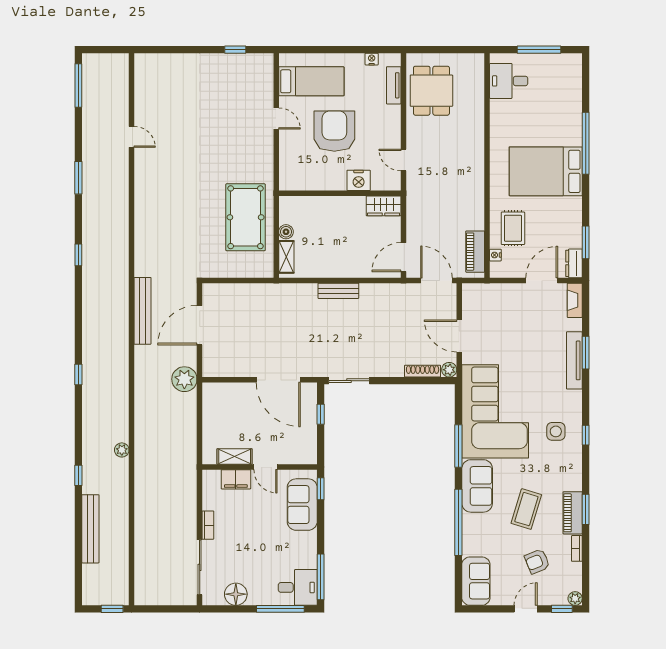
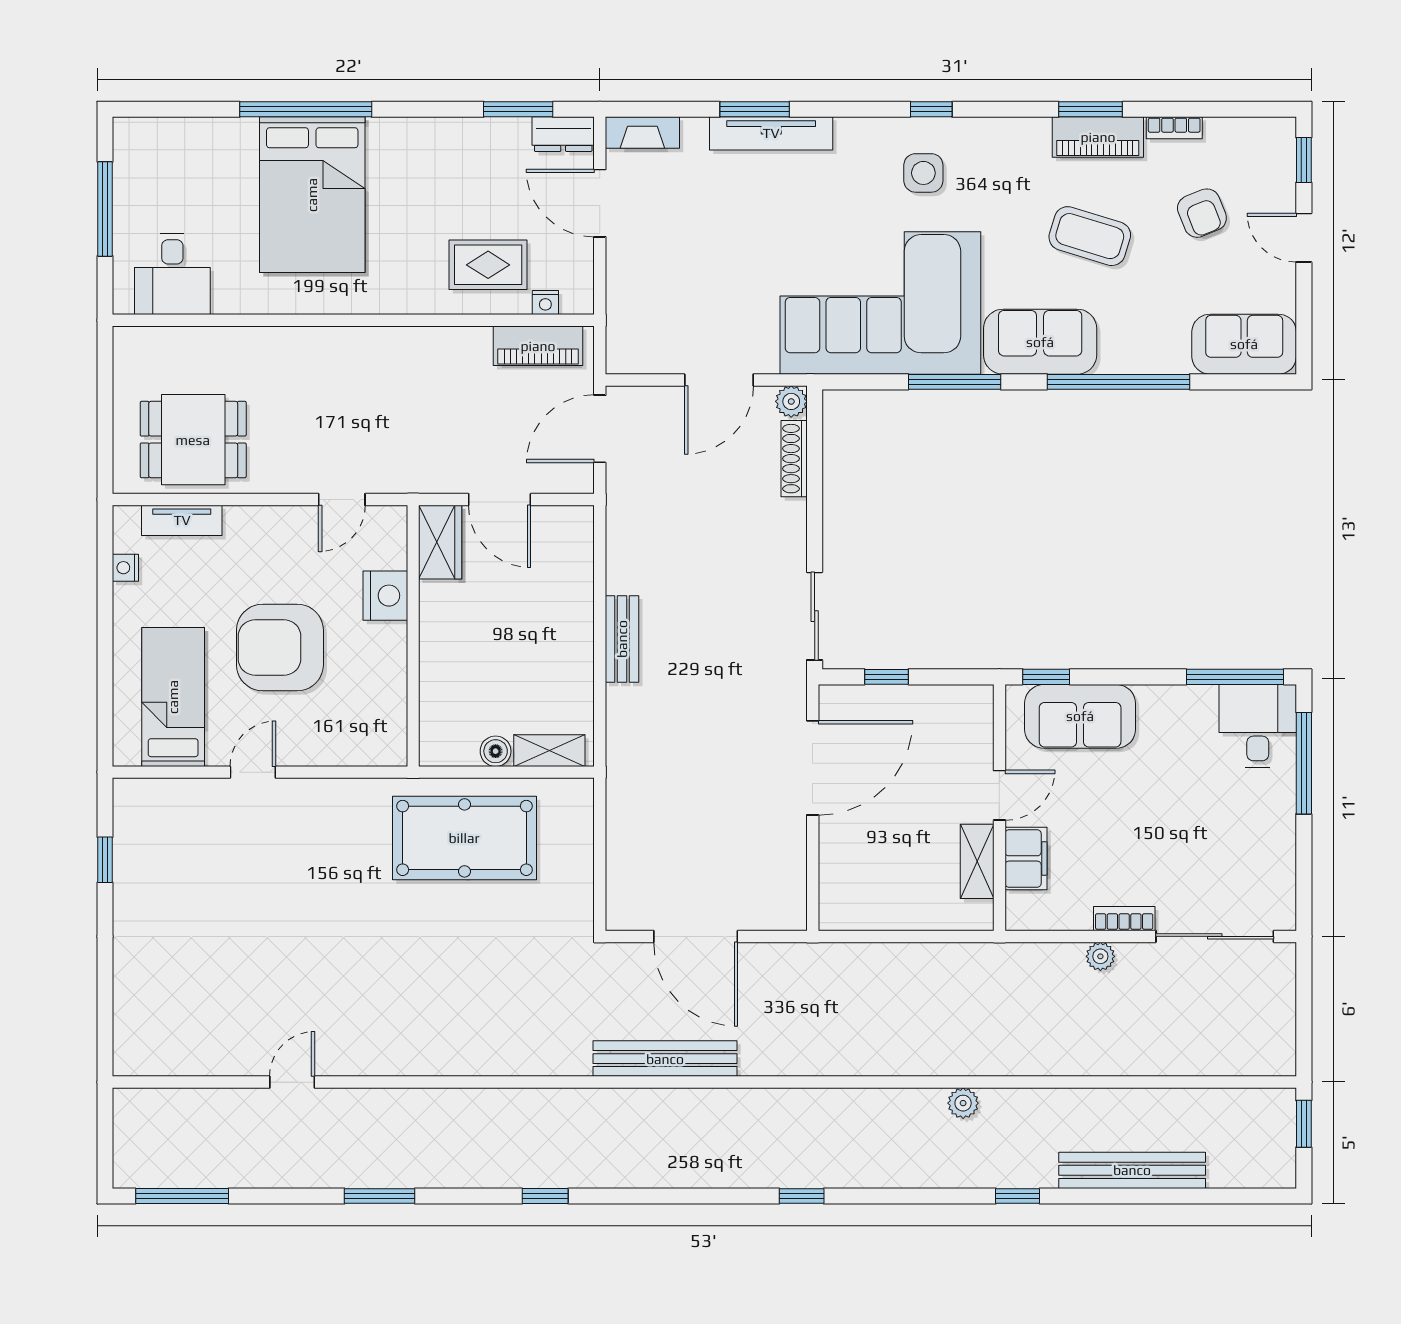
bed: (546, 171) -> (312, 195), moved
door: (403, 257) -> (500, 499), moved
plant: (184, 379) -> (1100, 956), moved, width x0.53, depth x0.53
floor lamp: (236, 594) -> (1272, 859), removed
plant: (575, 598) -> (1281, 132), removed

